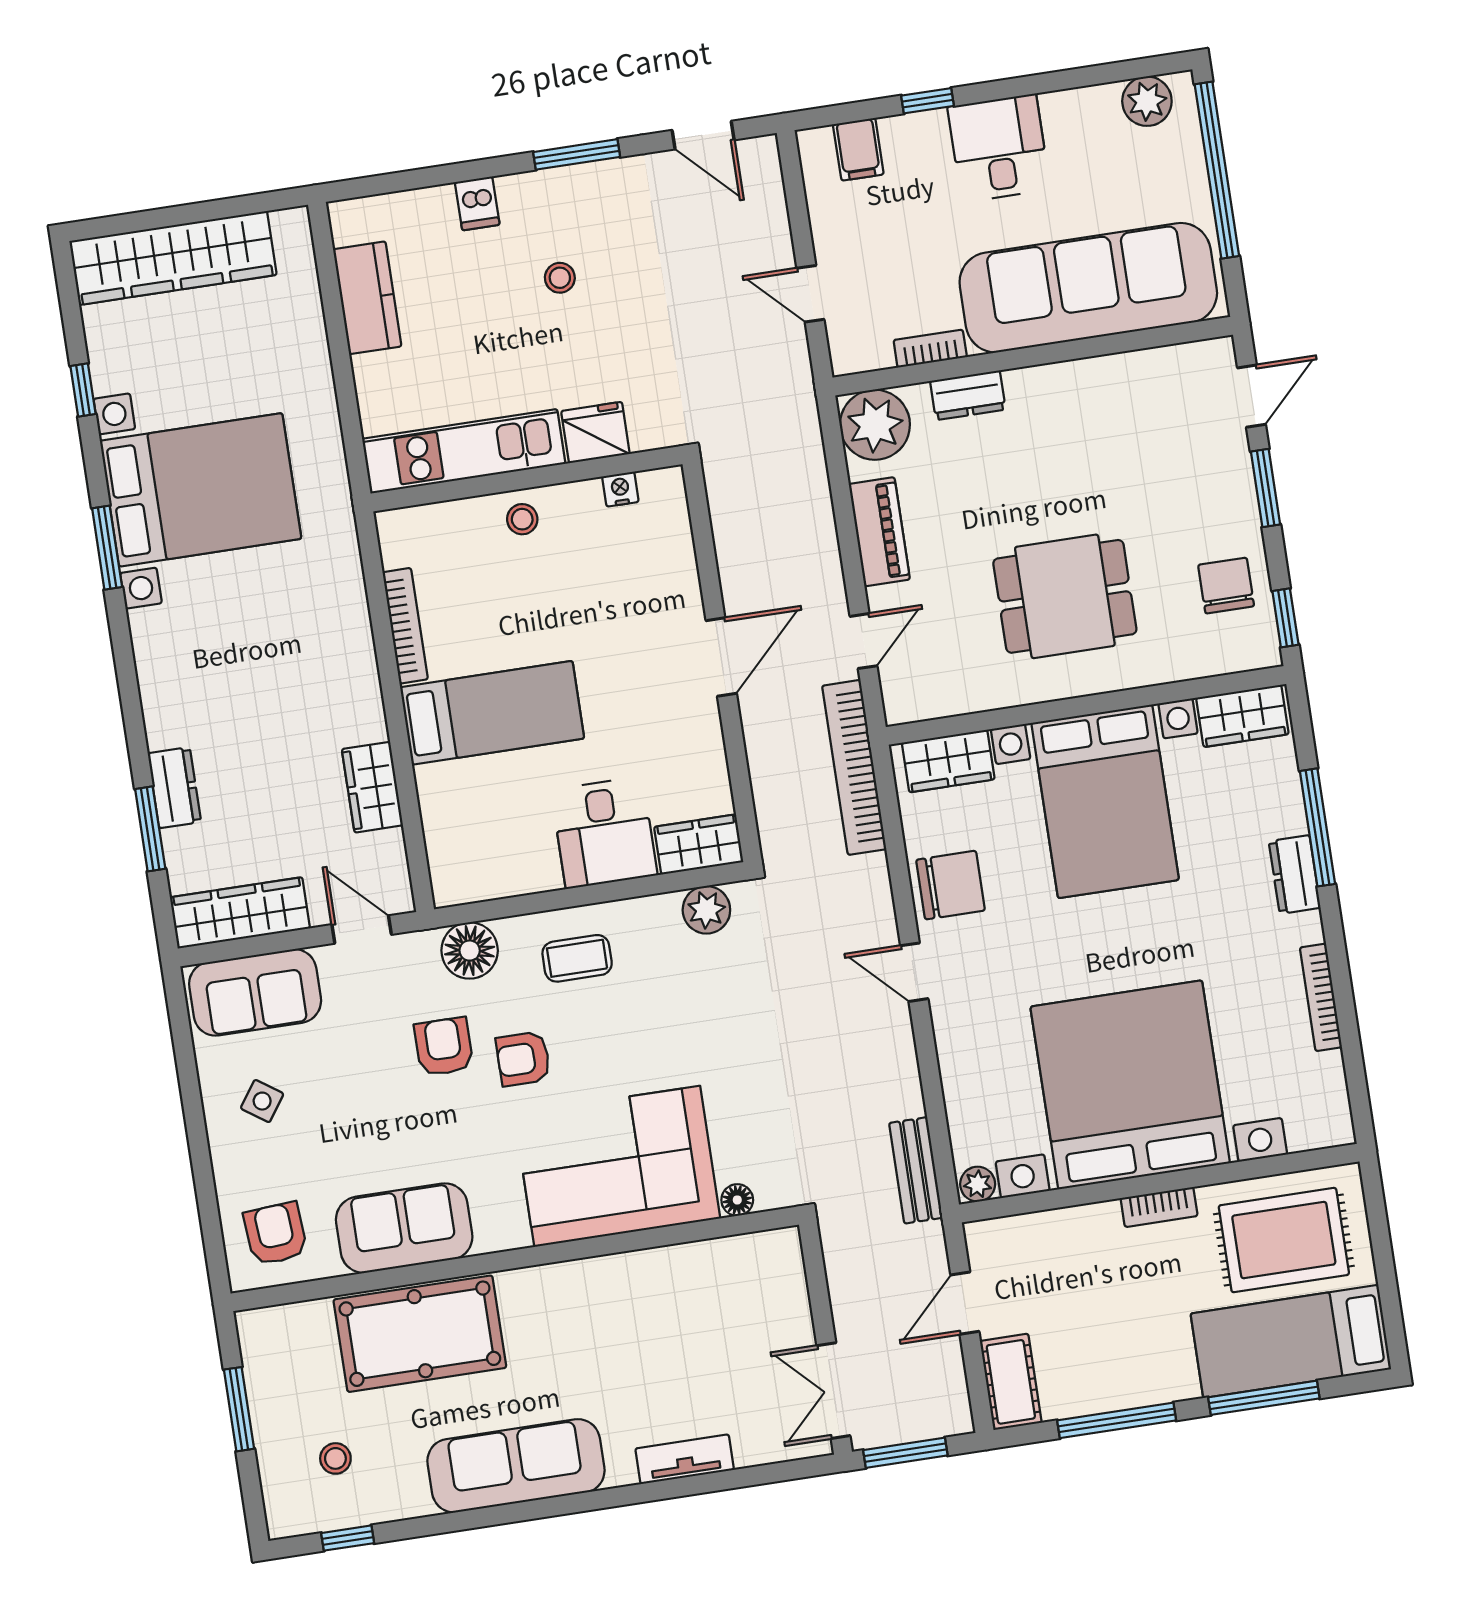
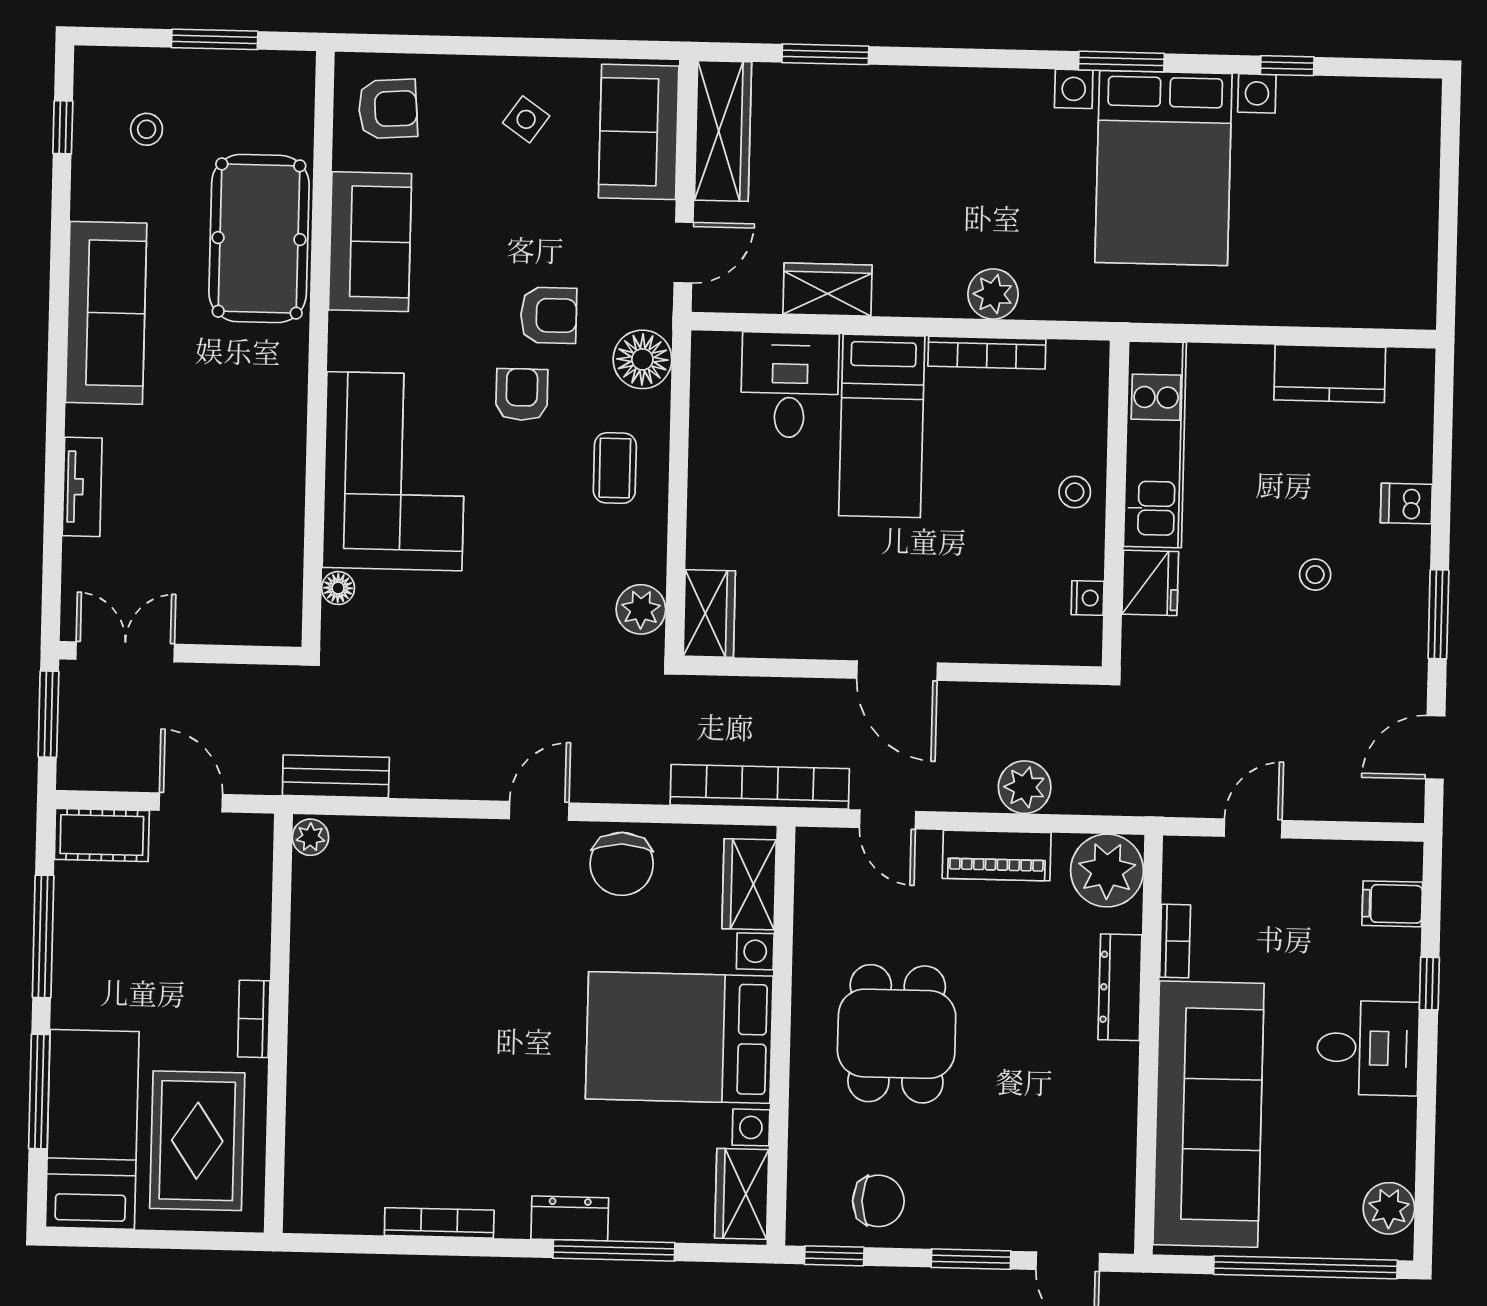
wardrobe: (173, 258) -> (1406, 182), removed
dresser: (968, 395) -> (1120, 987), width x1.44
plant: (810, 517) -> (1025, 787), added
plant: (349, 630) -> (993, 294), added
dresser: (174, 788) -> (863, 87), removed
desk: (604, 833) -> (790, 385), moved, turned 90
bed with nightstands: (1130, 1085) -> (384, 1012), removed

